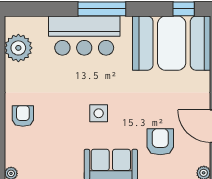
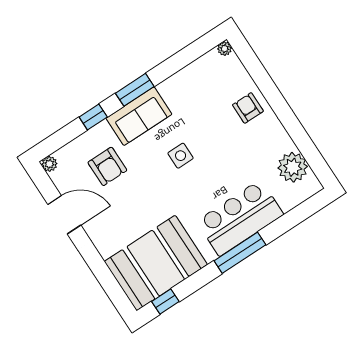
armchair: (23, 116) -> (248, 108), turned 180

